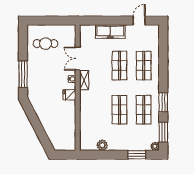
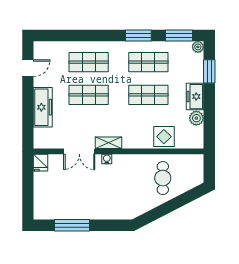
door: (139, 21) -> (28, 68), swing flipped
cafe table: (46, 44) -> (163, 178), moved
window: (23, 74) -> (72, 225), moved
fridge: (69, 95) -> (41, 163), moved
display table: (89, 121) -> (164, 137), added
freezer: (118, 144) -> (195, 97), added

